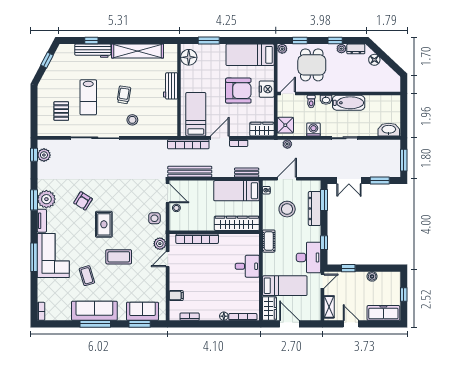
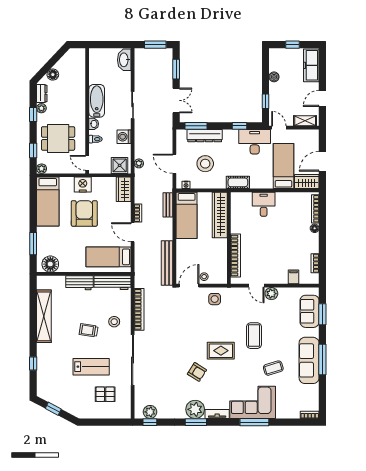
workbench: (93, 51) -> (112, 283), moved, turned 90
bookcase: (188, 144) -> (139, 309), moved
plant: (160, 244) -> (271, 294), moved

